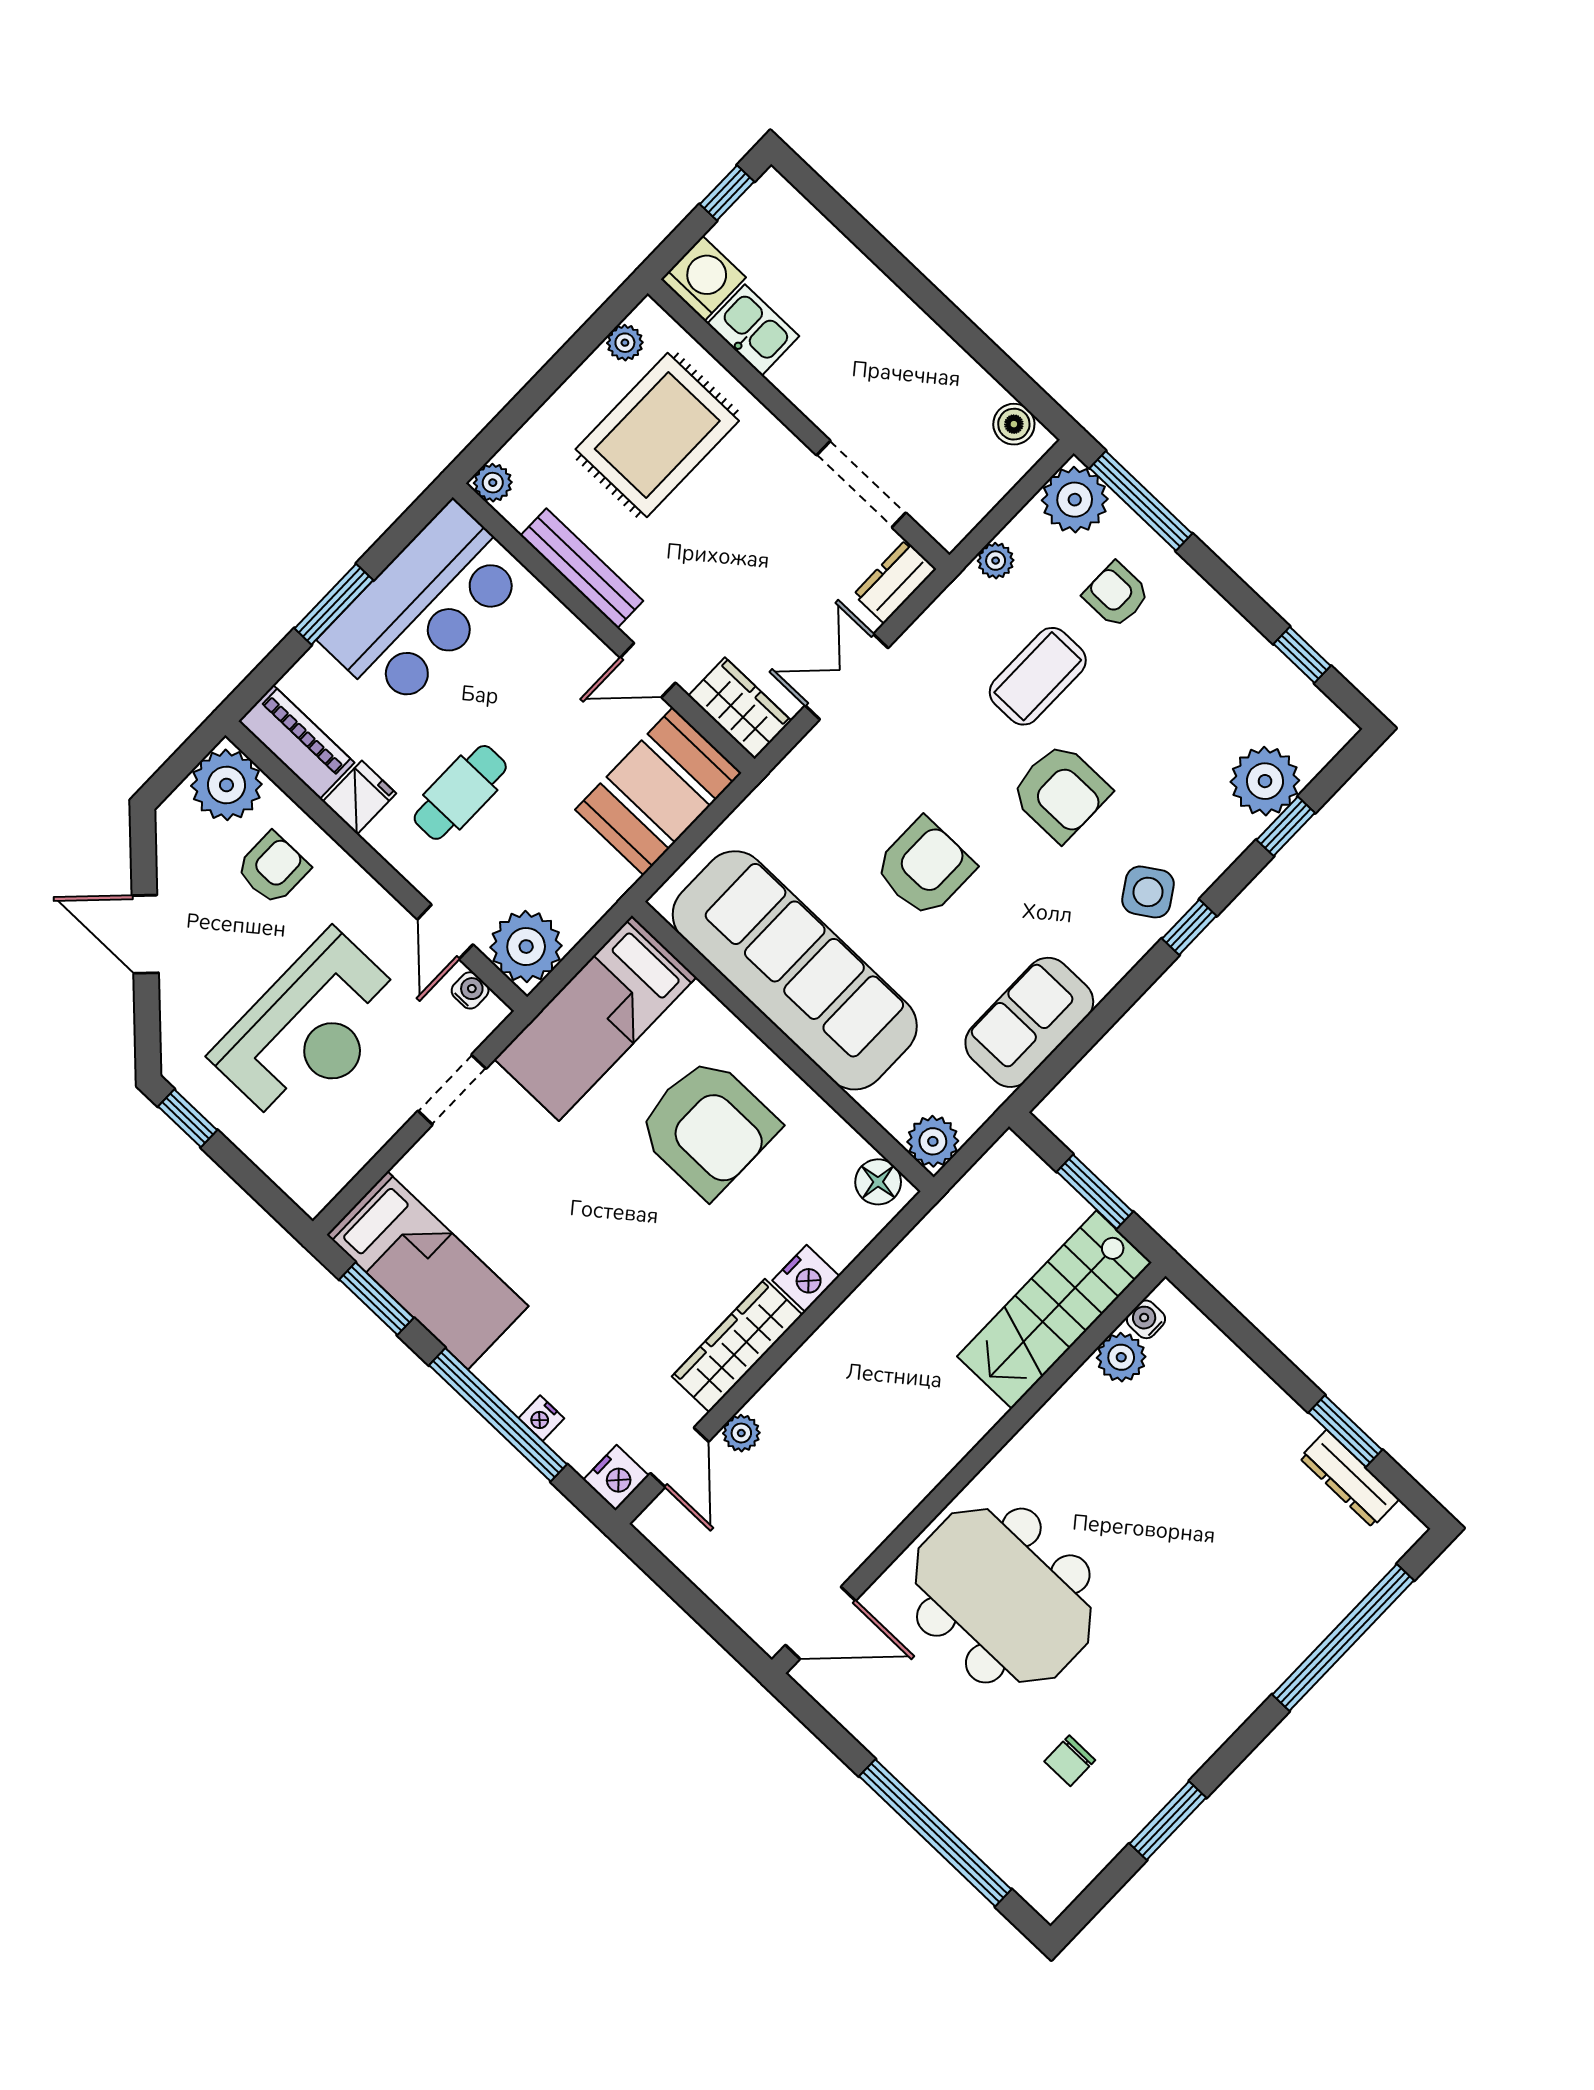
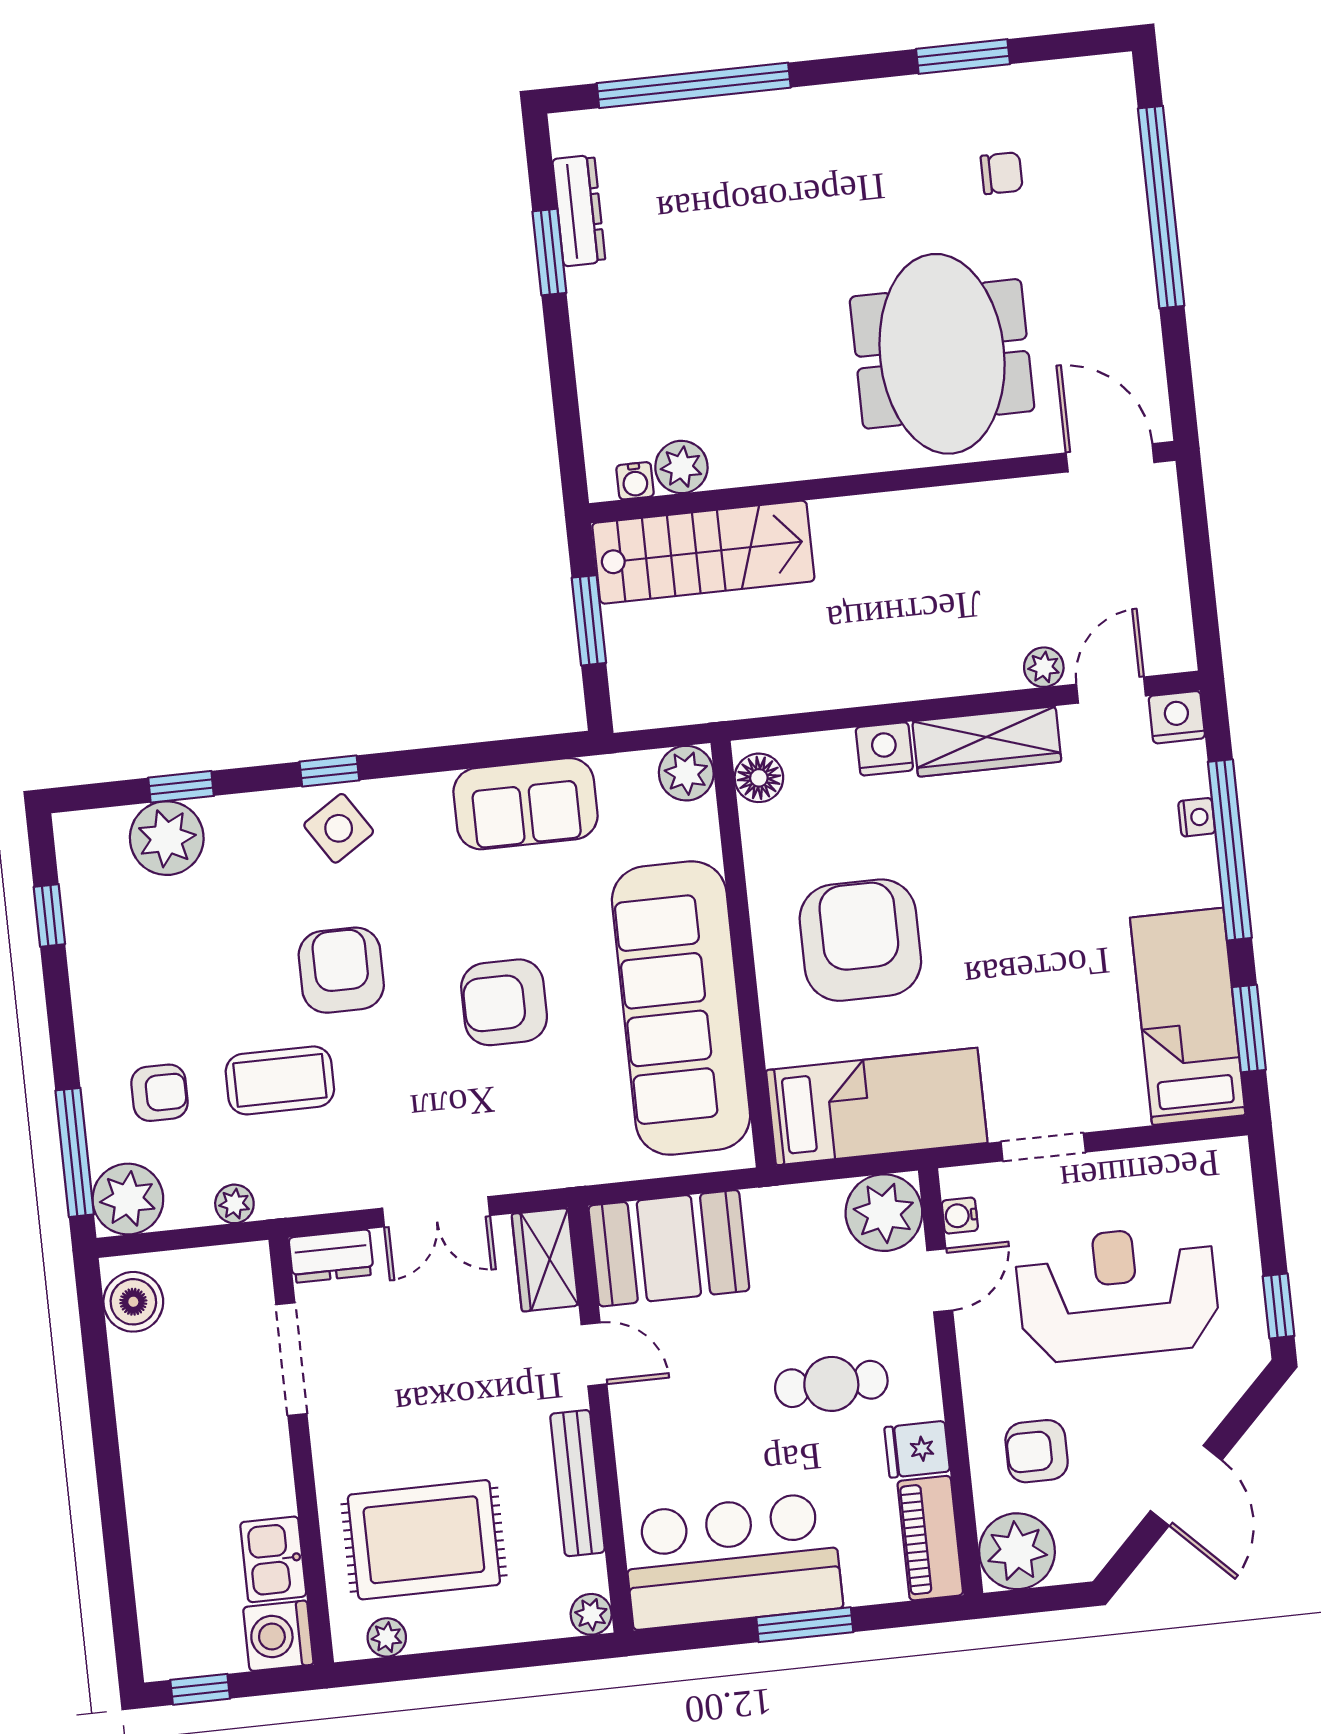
boiler: (1014, 424) -> (133, 1302), width x1.36, depth x1.36
armchair: (1116, 595) -> (160, 1093), turned -90

